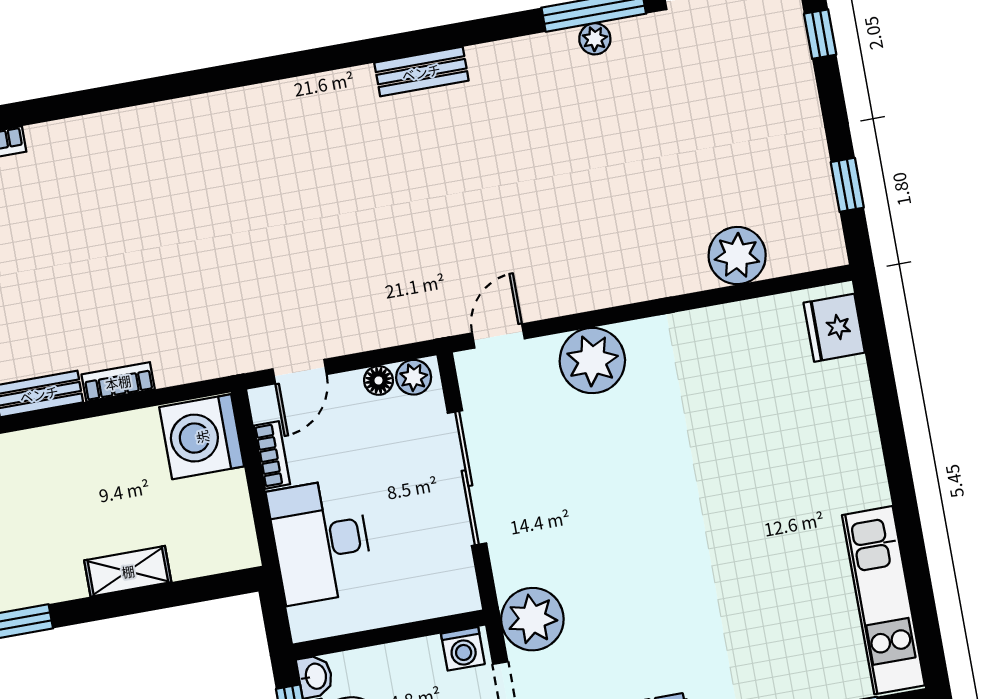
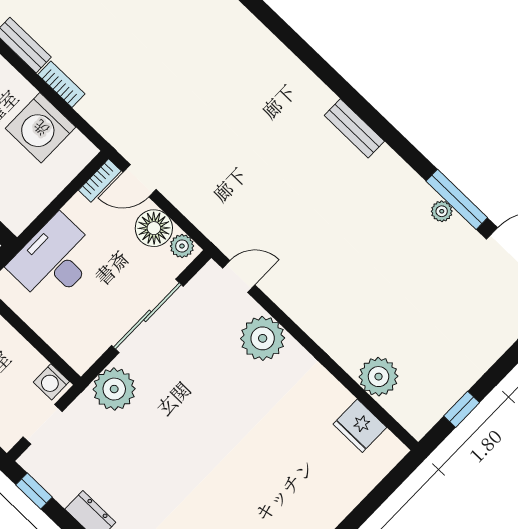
fridge: (834, 328) -> (360, 426), moved, turned -90
floor lamp: (379, 380) -> (154, 228), width x1.89, depth x1.89
washing machine: (202, 437) -> (41, 128), moved, turned -90
bookcase: (272, 455) -> (100, 181), moved
plant: (532, 619) -> (114, 389), moved

